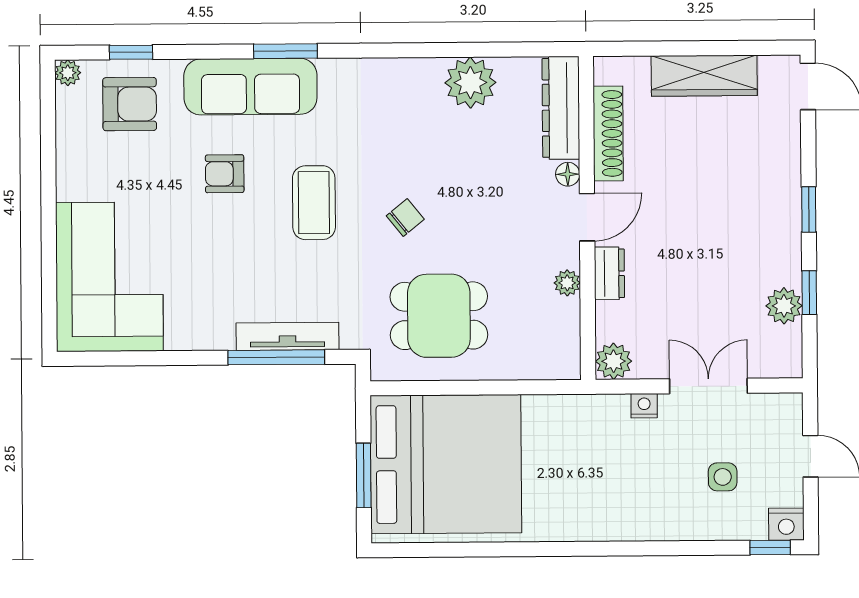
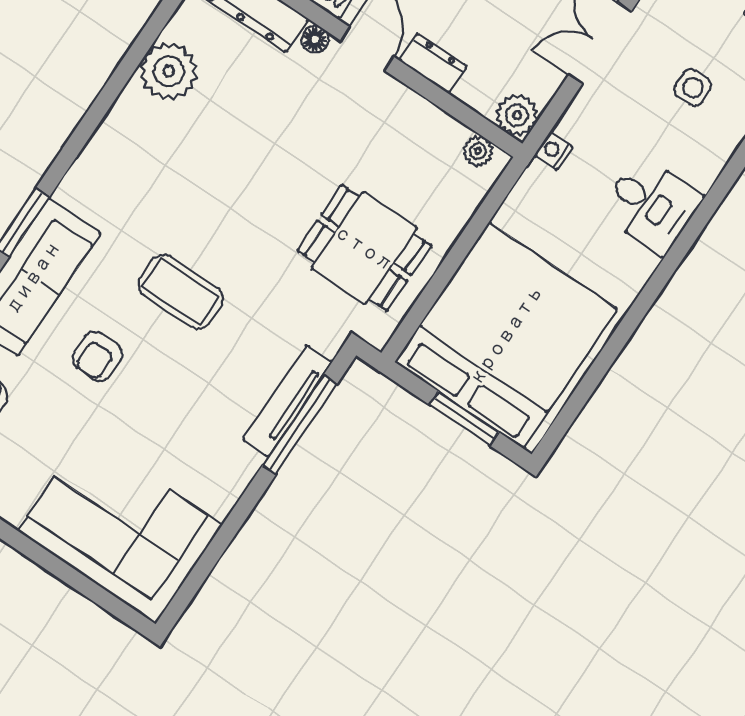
chair: (405, 217) -> (252, 217), removed
plant: (567, 283) -> (478, 151), moved
dining table: (439, 316) -> (364, 248), turned 90
nightstand: (644, 406) -> (554, 150), moved
desk: (615, 505) -> (651, 205), added

